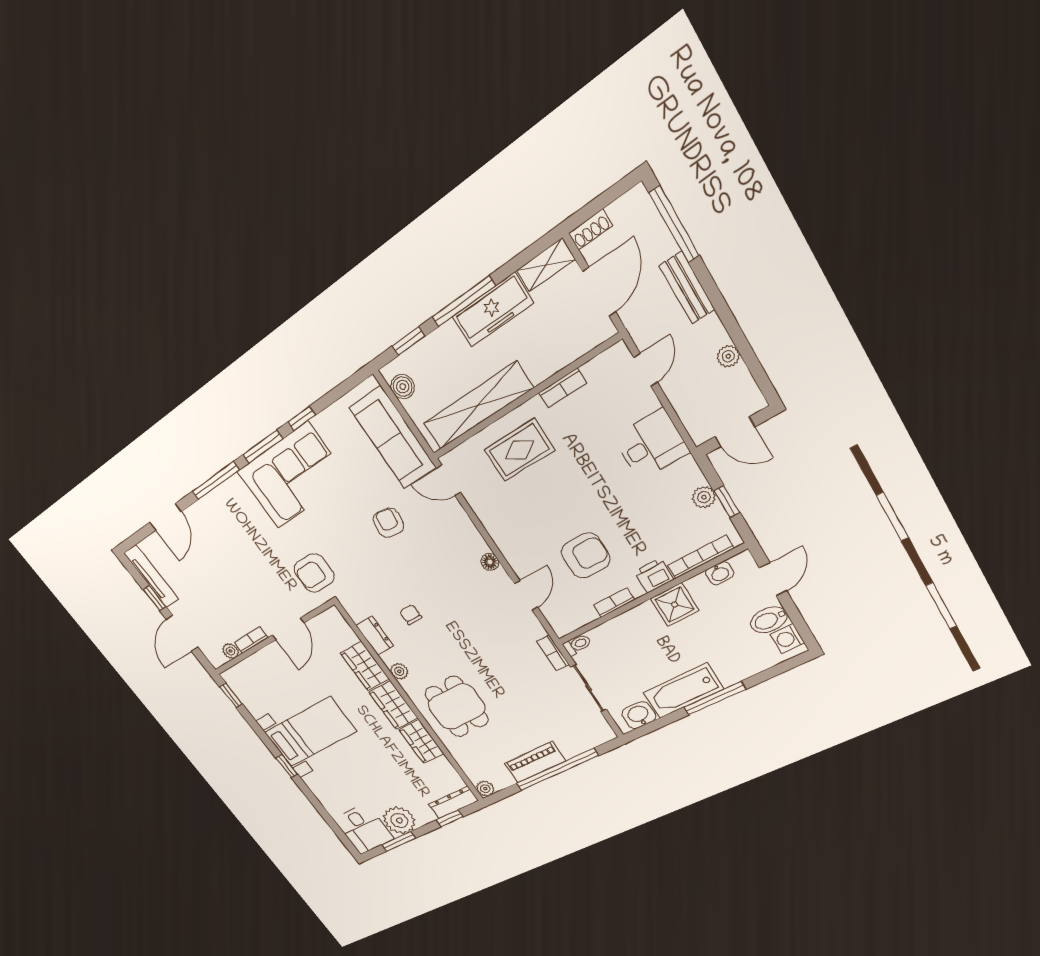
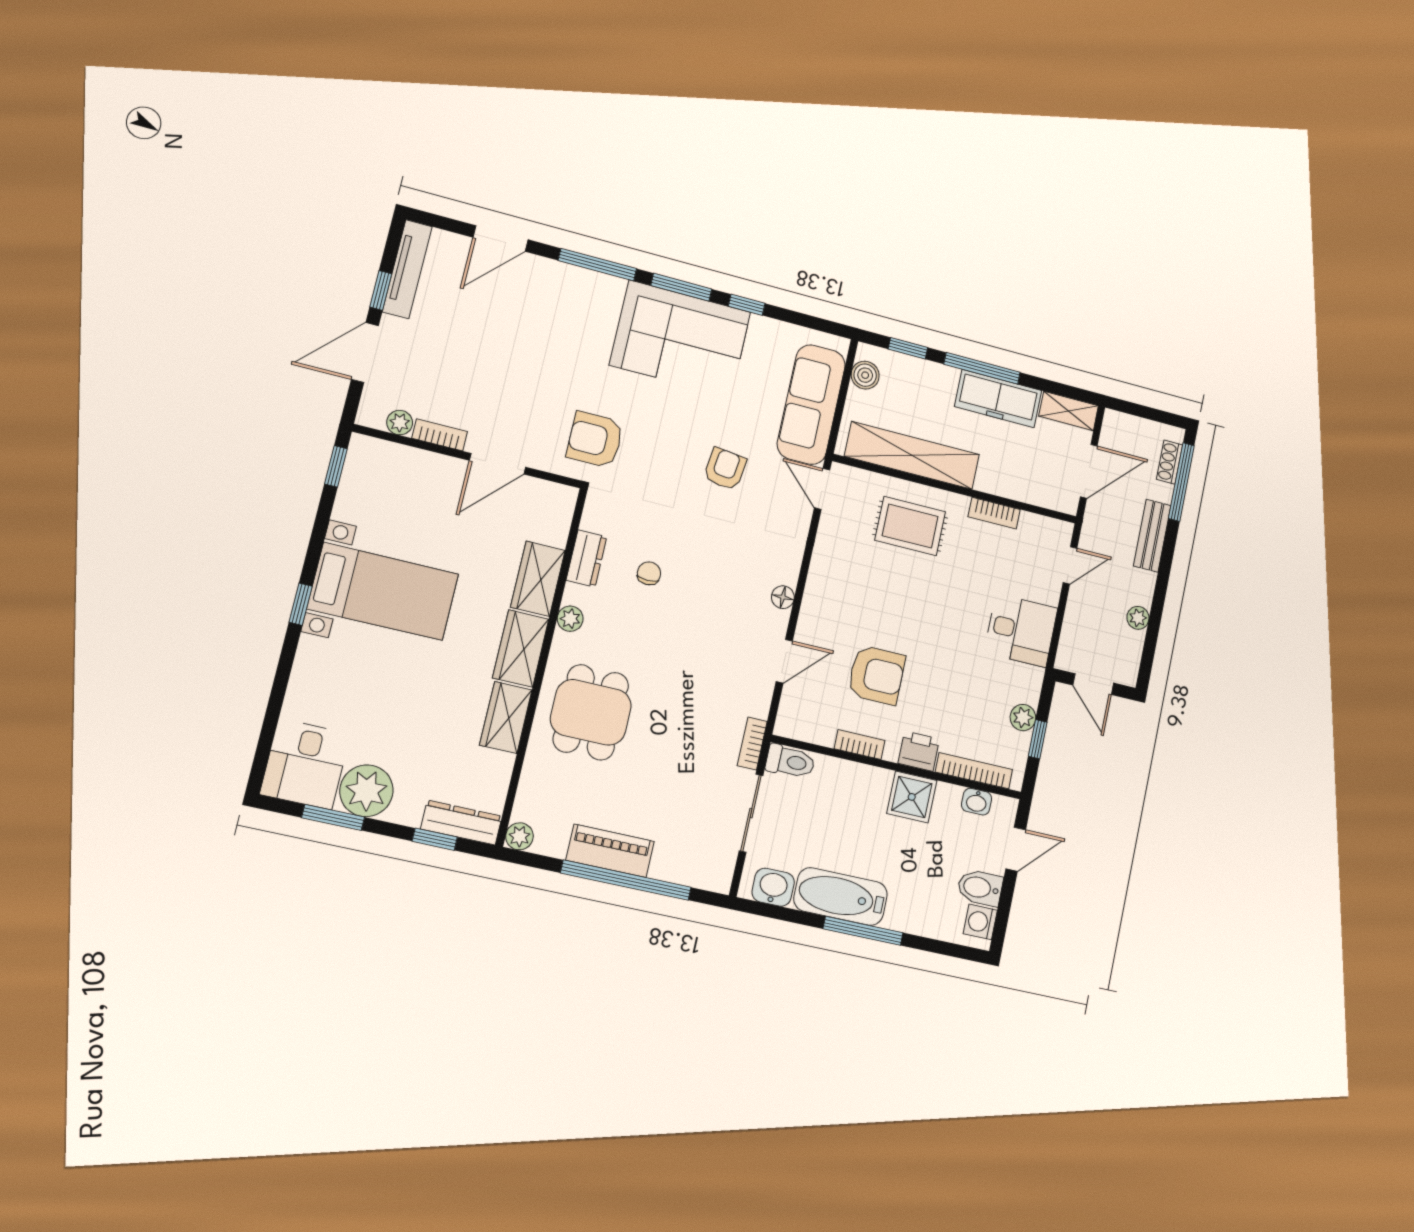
shoe rack: (590, 229) -> (1170, 462), moved, turned 90
toilet: (577, 645) -> (790, 762), width x1.37, depth x1.39

